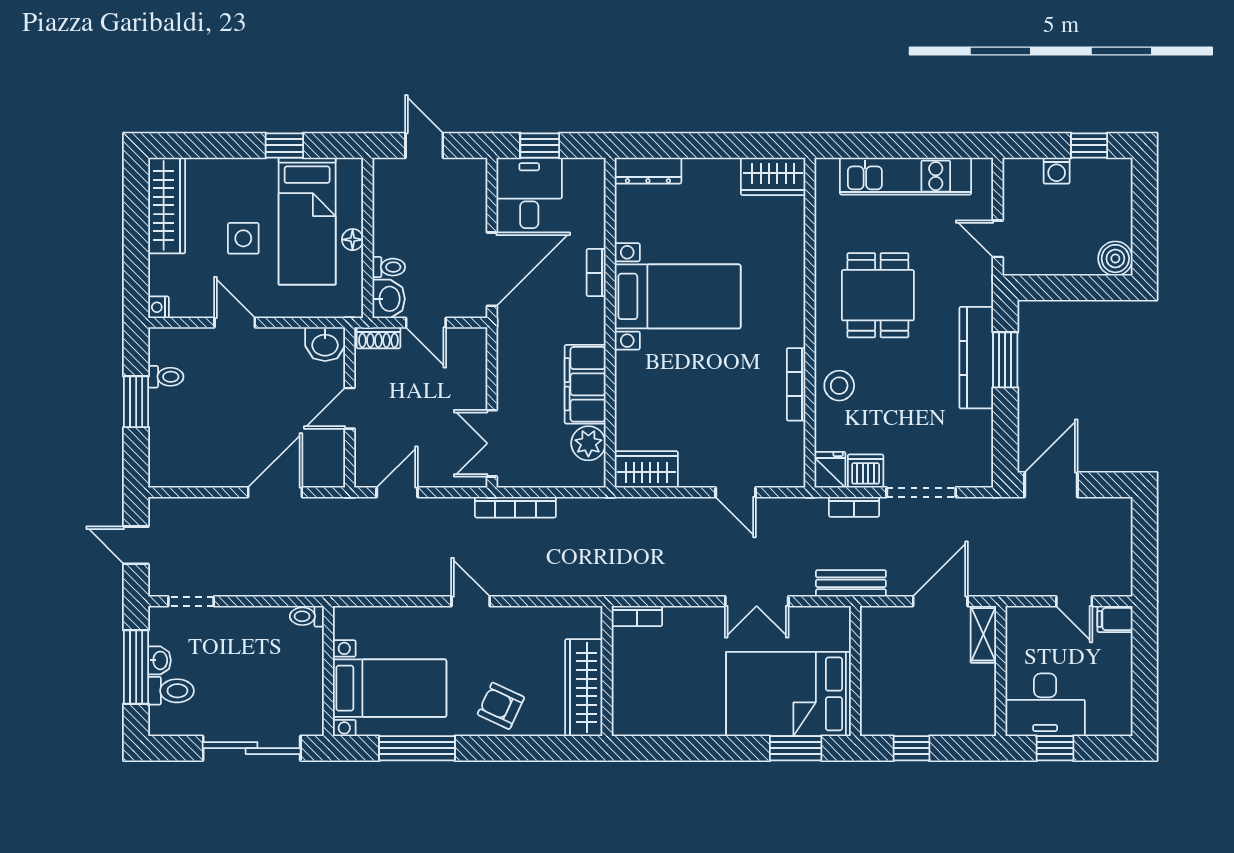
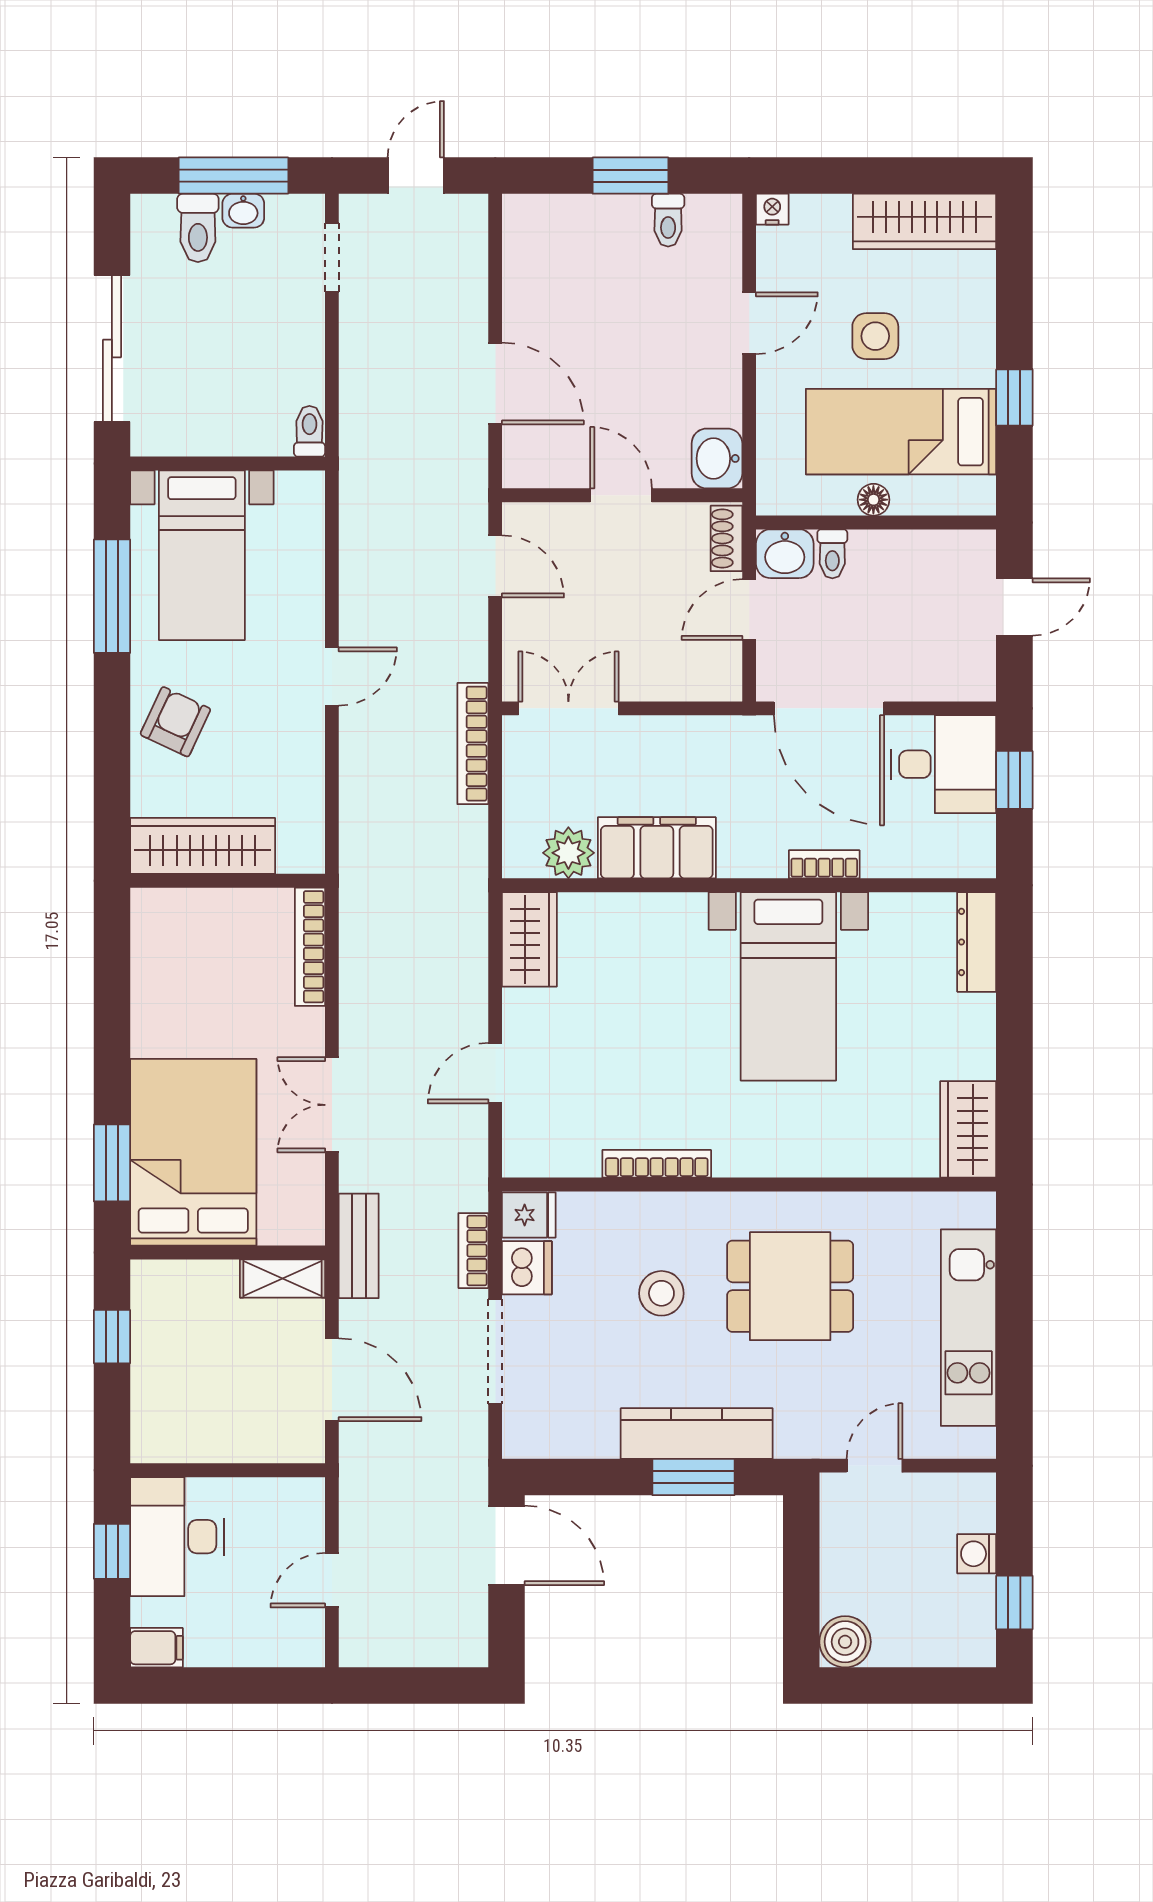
stool: (839, 386) -> (661, 1293), moved
bookcase: (637, 616) -> (310, 947), width x1.56
filing cabinet: (1115, 619) -> (156, 1648), moved, turned 90
shelving: (983, 634) -> (283, 1279), moved

